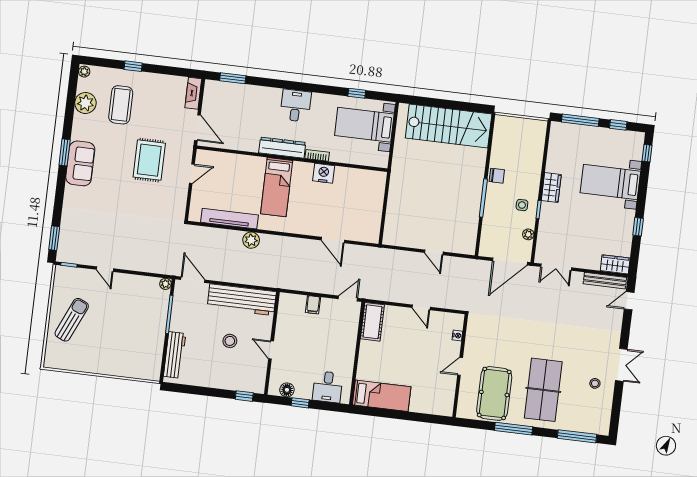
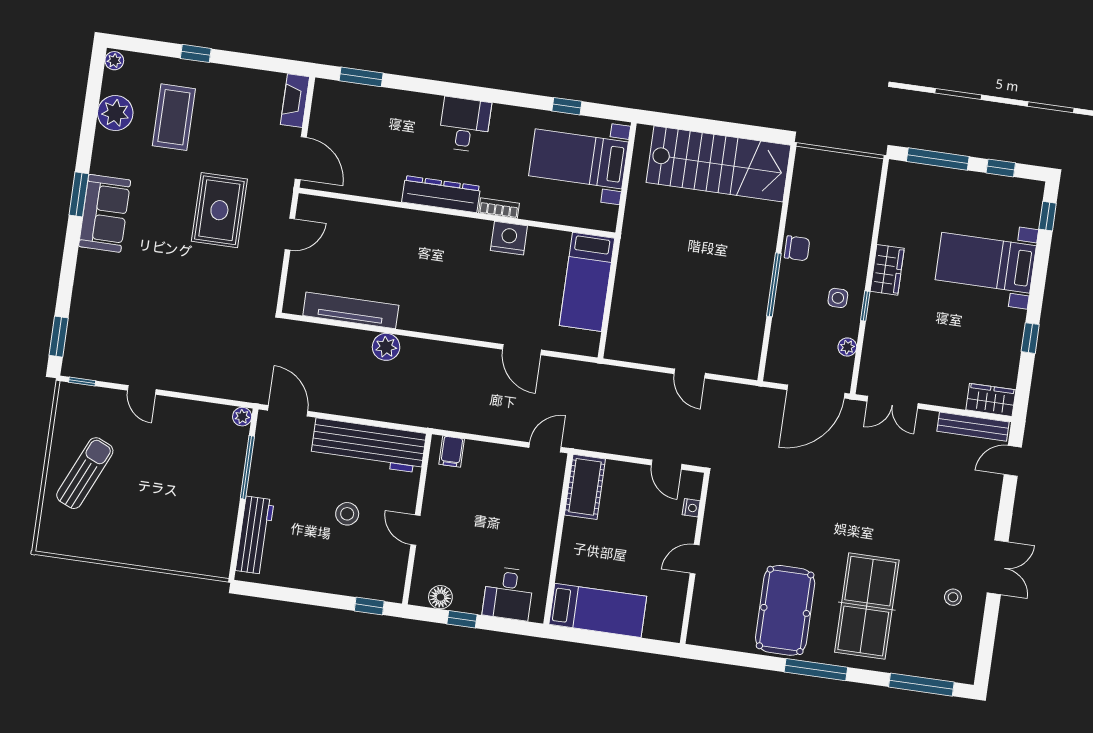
bed: (277, 187) -> (587, 282), moved
filing cabinet: (313, 305) -> (452, 452), moved
nightstand: (457, 336) -> (691, 508), moved
door: (460, 366) -> (695, 559), moved
wall: (460, 366) -> (695, 558), moved

